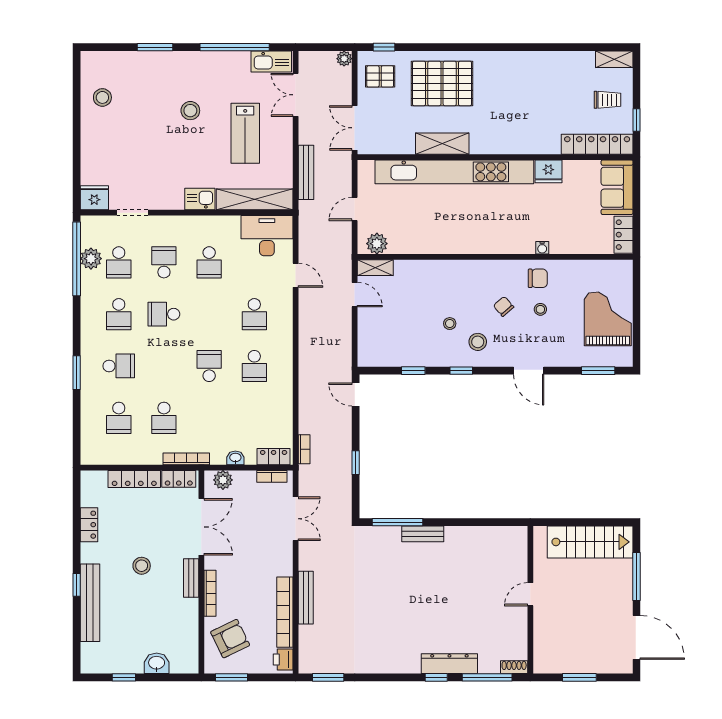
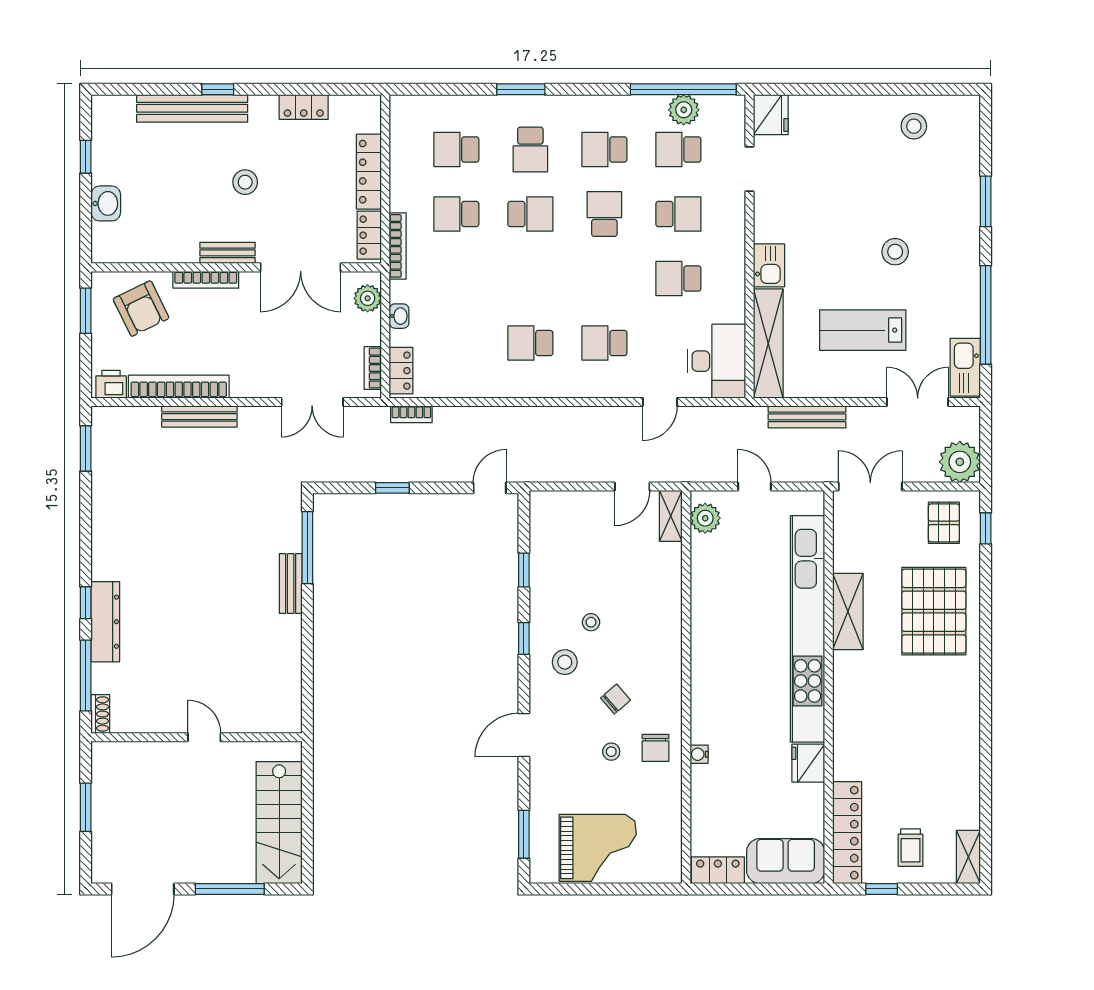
plant: (344, 59) -> (960, 462), width x1.88, depth x1.88
school desk: (209, 366) -> (530, 214), moved

